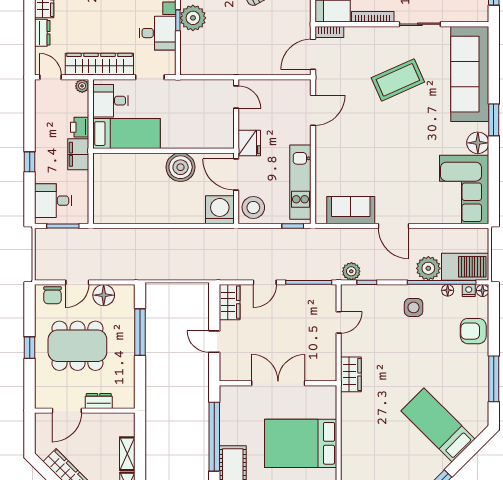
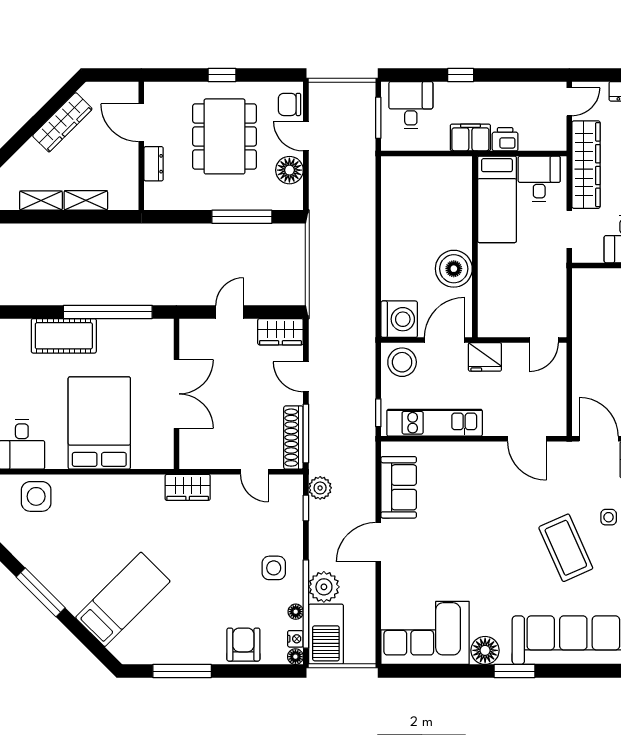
side table: (374, 47) -> (609, 517), added
plant: (82, 86) -> (558, 142), removed
shoe rack: (312, 292) -> (293, 438), added

